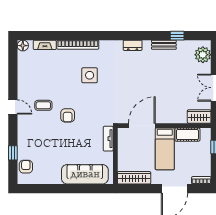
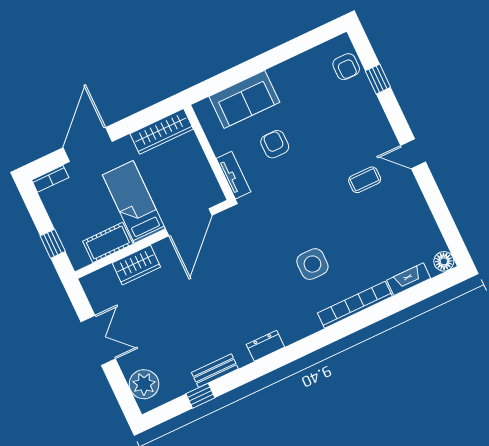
armchair: (68, 115) -> (275, 144), moved
wardrobe: (199, 117) -> (136, 265), moved
sofa: (85, 174) -> (244, 99), width x0.73

